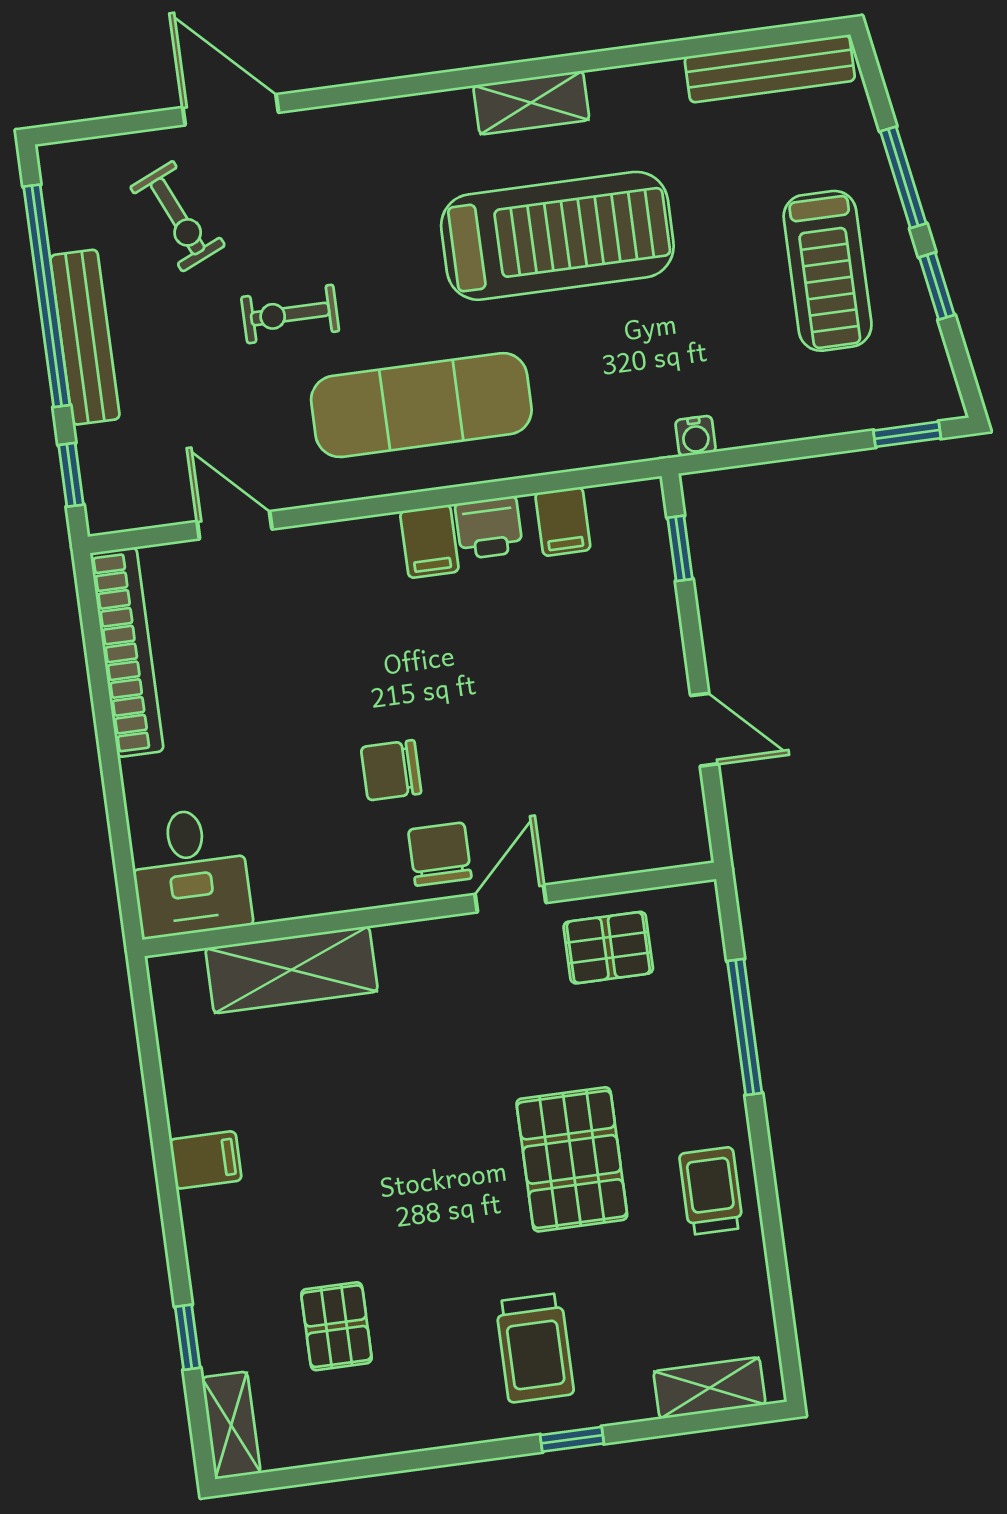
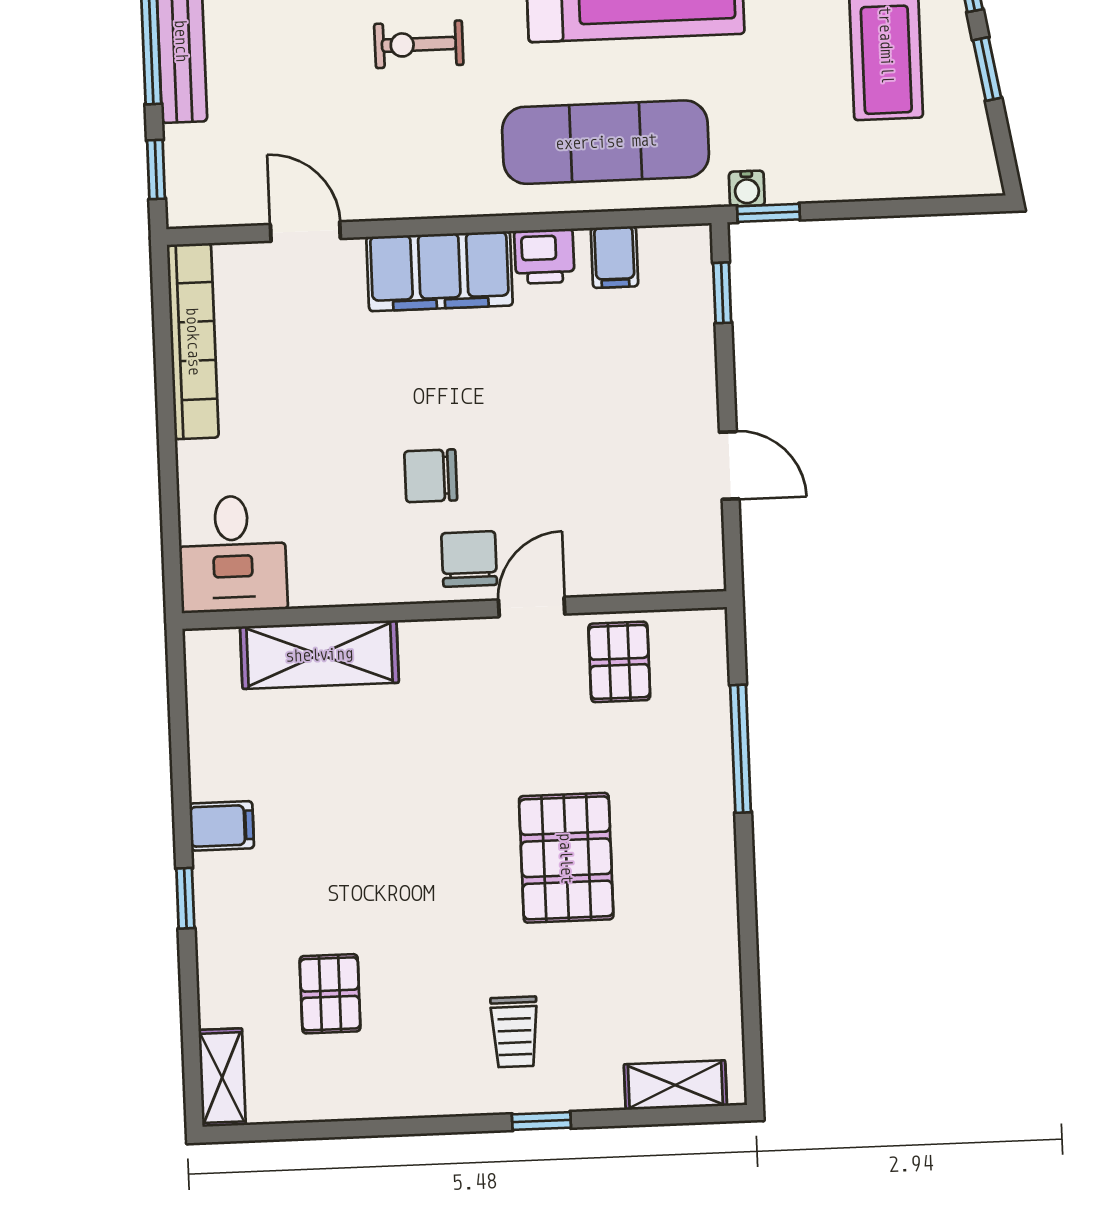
exercise bike: (290, 314) -> (419, 44), moved
exercise mat: (421, 405) -> (606, 142), moved
window: (907, 434) -> (769, 213), moved
filing cabinet: (429, 541) -> (440, 271), width x3.00, depth x1.17
pallet: (608, 948) -> (619, 662), turned 90
trolley: (711, 1191) -> (694, 900), removed
window: (188, 1337) -> (185, 898), moved
trolley: (535, 1348) -> (515, 1032), width x0.73, depth x0.72

